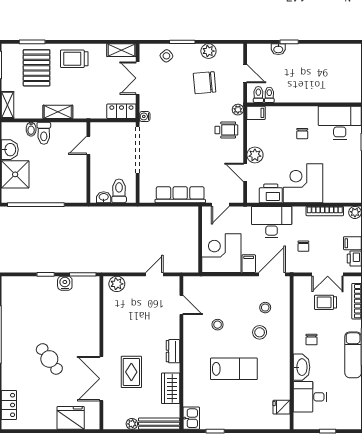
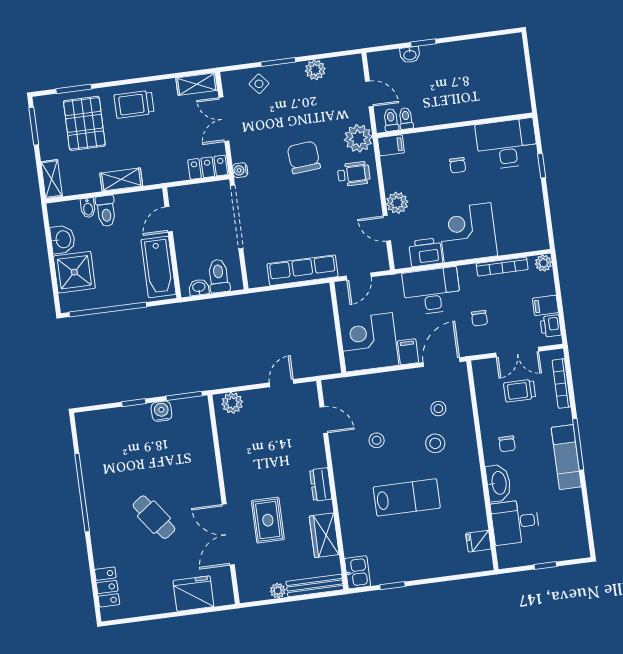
chair: (205, 83) -> (304, 157), moved, turned 90
plant: (238, 110) -> (358, 138), width x1.88, depth x1.88
bathtub: (76, 179) -> (158, 267), added

